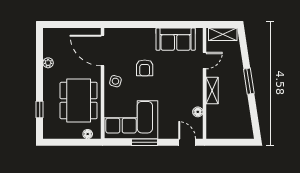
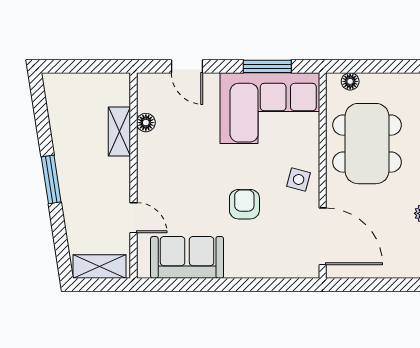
door: (204, 61) -> (133, 218), swing flipped
shelving: (212, 90) -> (119, 131), moved
window: (144, 142) -> (267, 66), moved
door: (187, 142) -> (187, 66), moved

